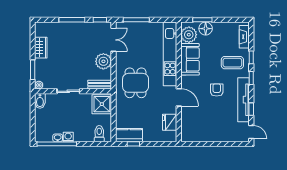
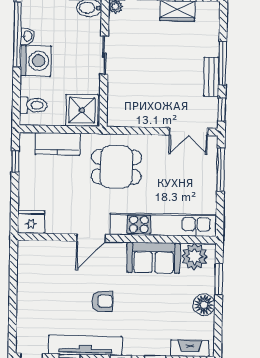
floor lamp: (206, 29) -> (204, 305), moved
plant: (103, 61) -> (153, 114), removed
coffee table: (232, 63) -> (147, 328), removed
bench: (100, 85) -> (211, 77), moved
fridge: (170, 122) -> (31, 222), moved
kitchen counter: (129, 135) -> (57, 144), moved, turned 90
washing machine: (68, 137) -> (36, 61), width x1.89, depth x1.89

